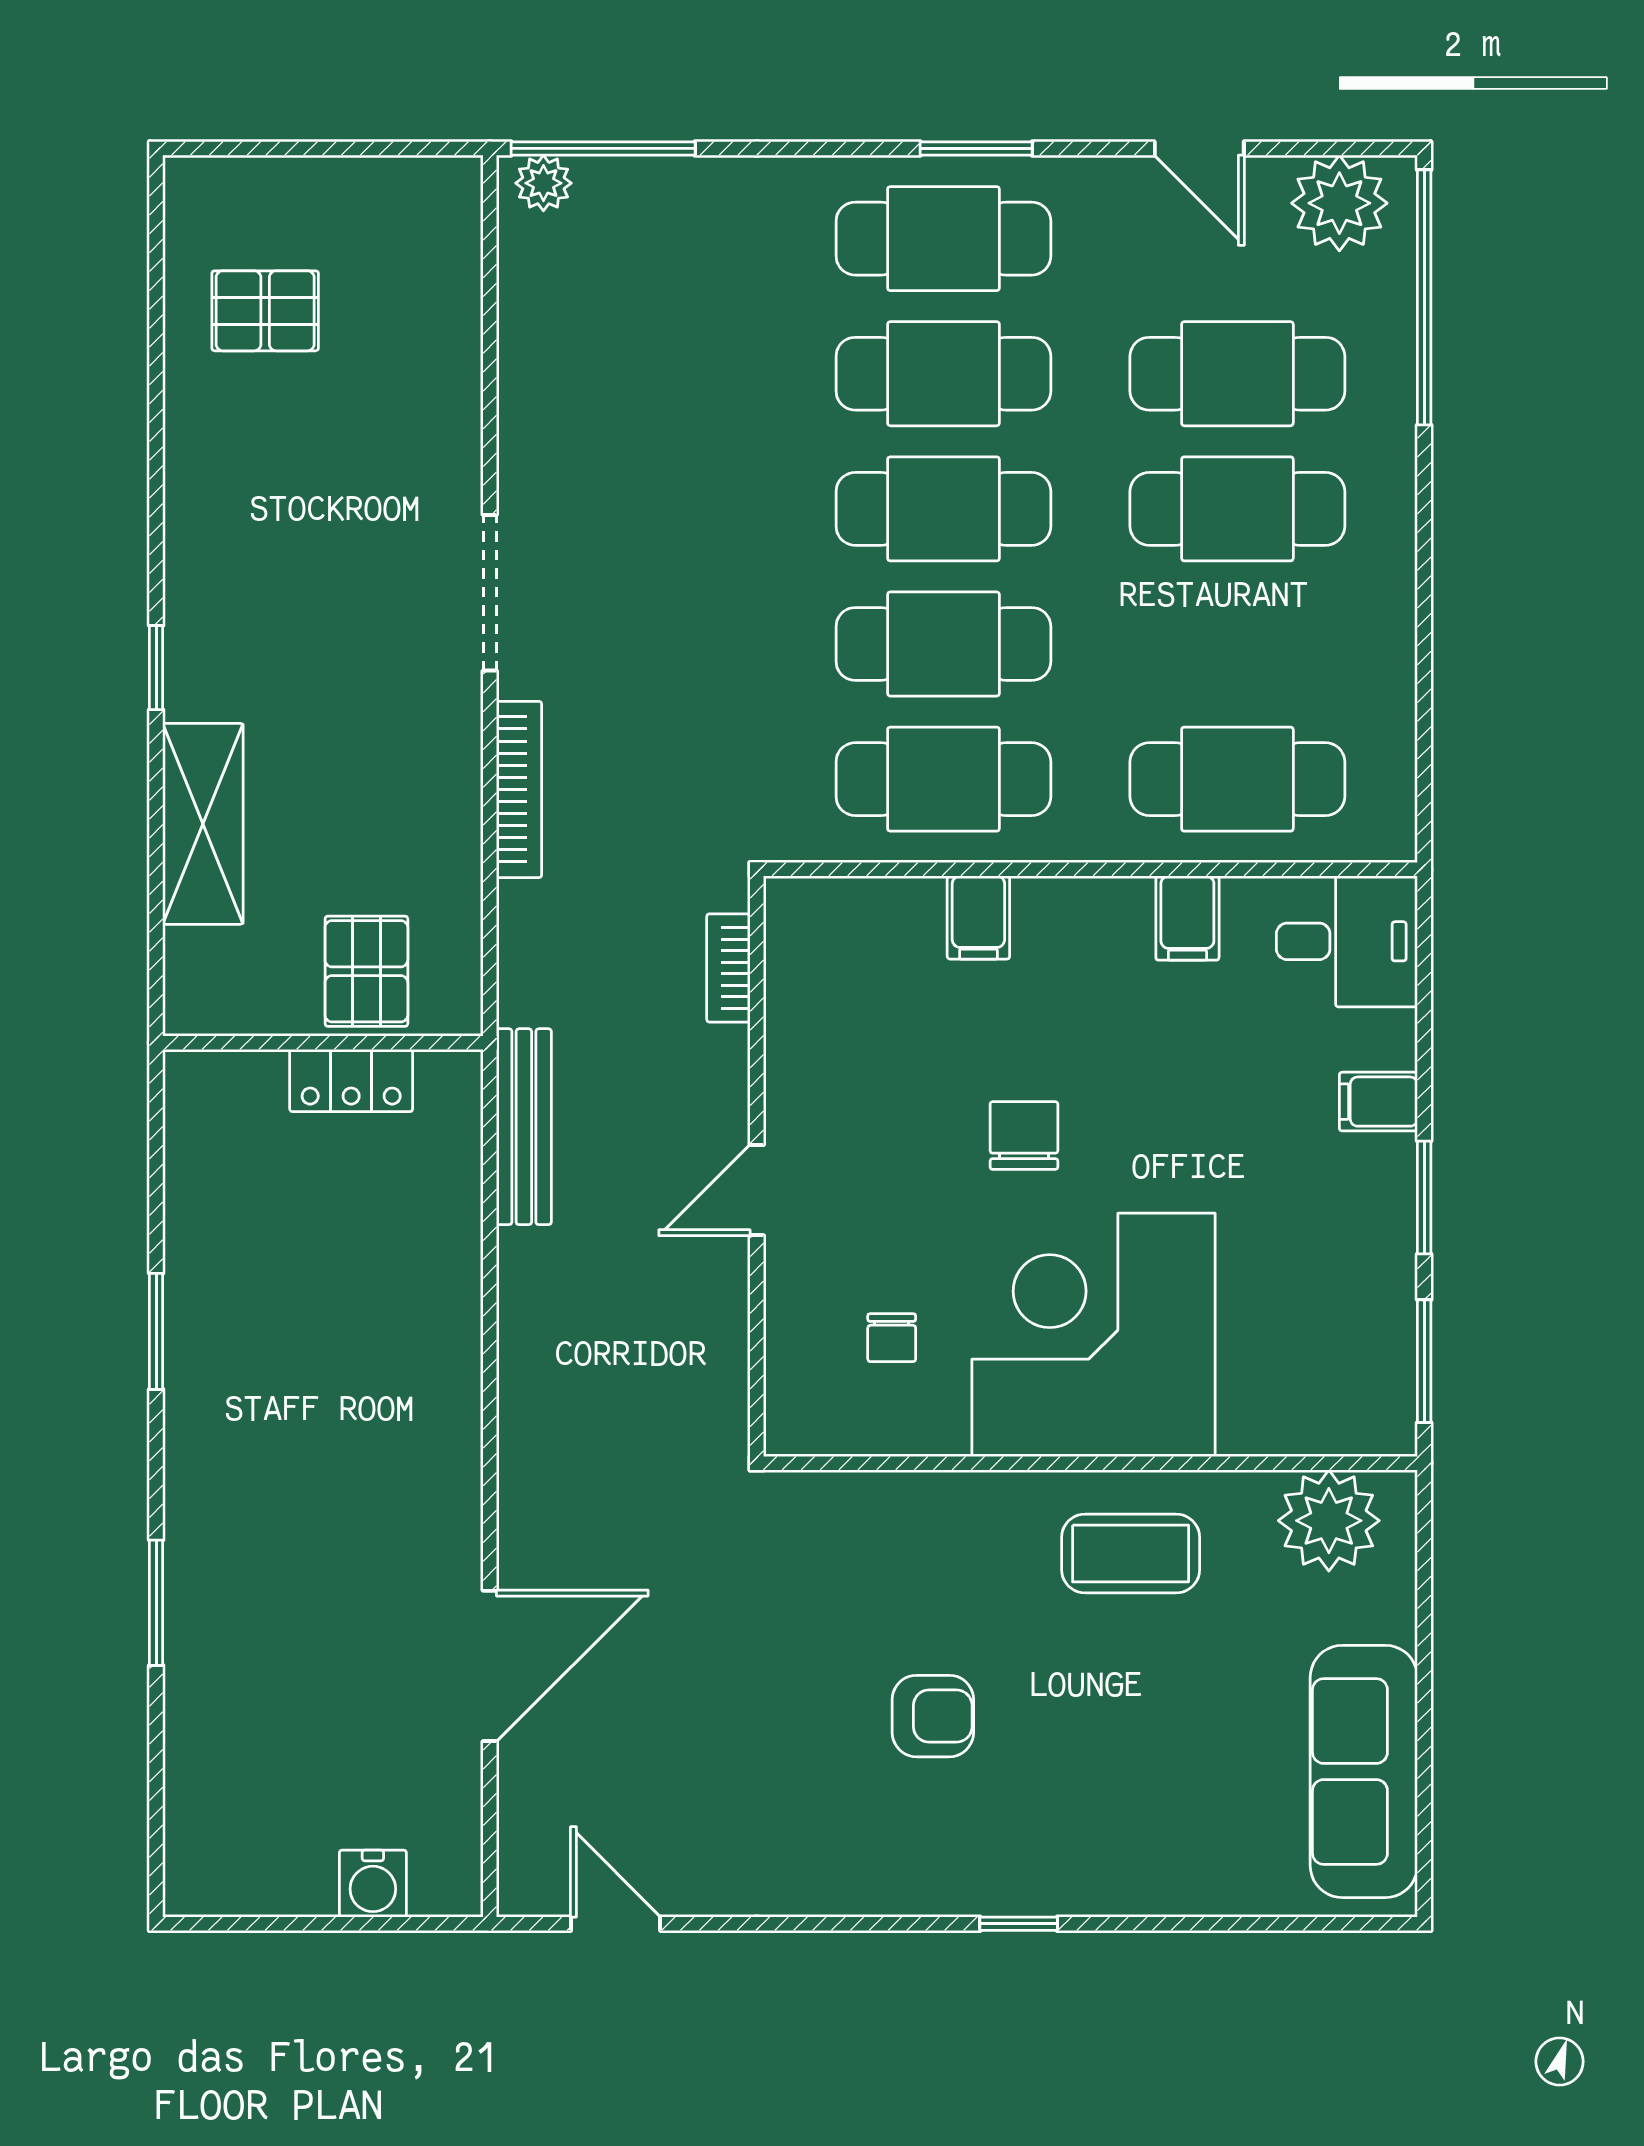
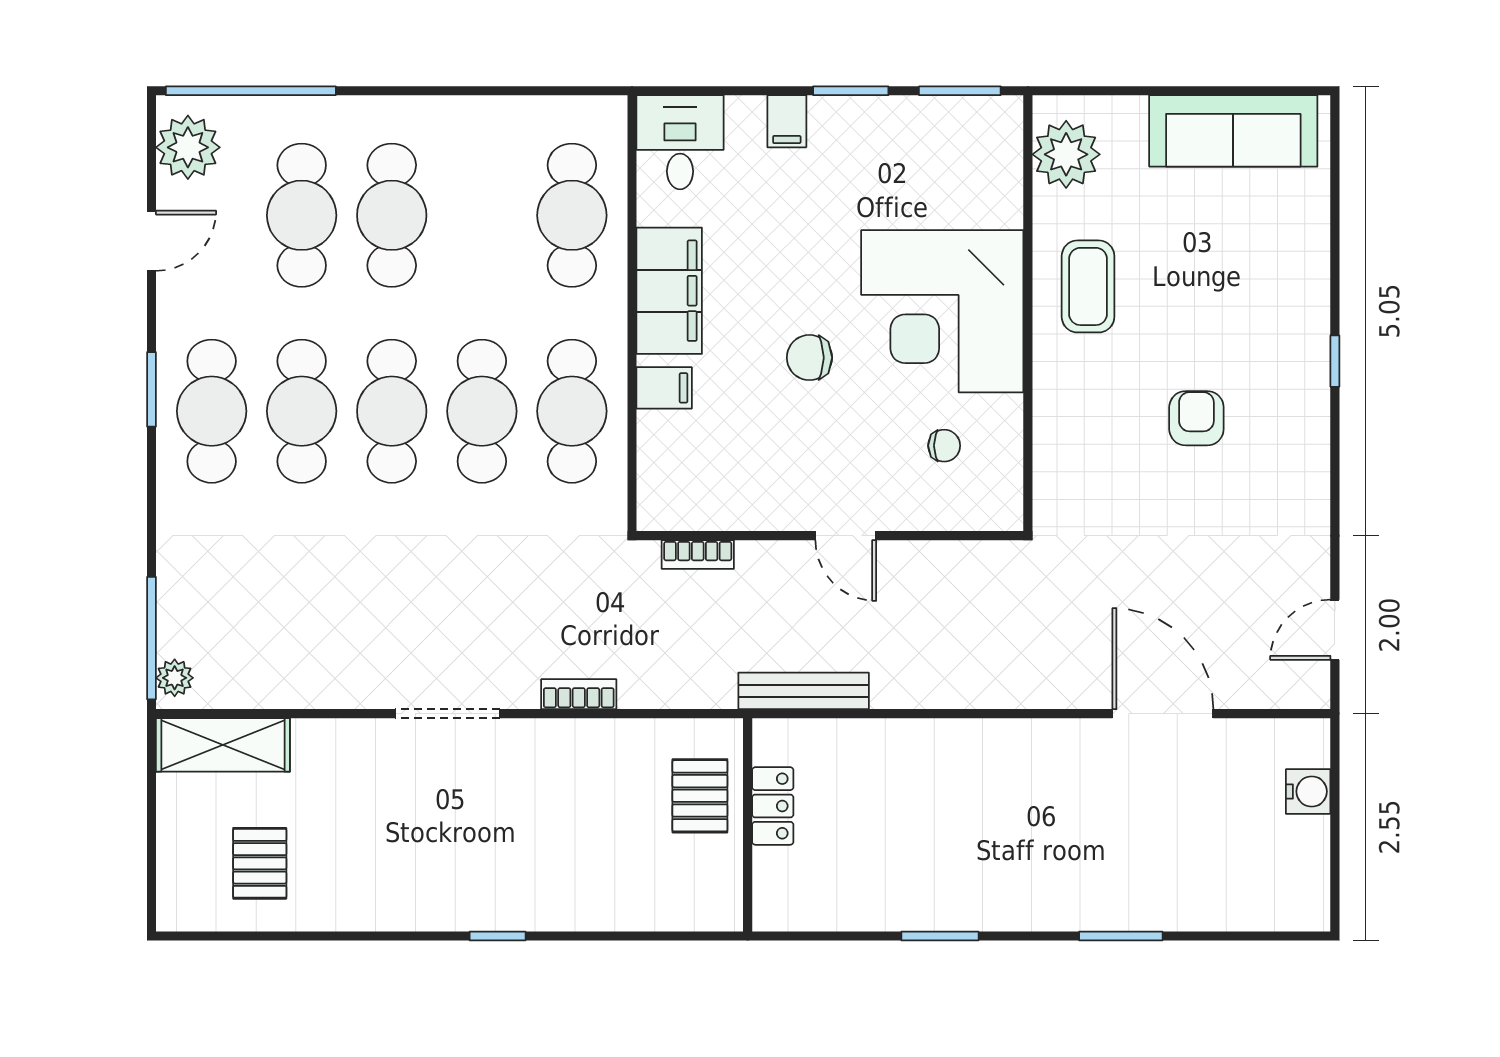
bookcase: (519, 789) -> (579, 694), width x0.64
shelving: (203, 824) -> (223, 745), moved
filing cabinet: (1187, 918) -> (669, 291), width x3.00, depth x1.17
pallet: (366, 971) -> (700, 796), turned 90

